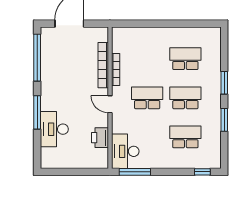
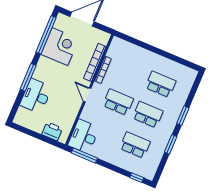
corner desk: (58, 64) -> (60, 46), added
printer: (100, 138) -> (52, 131), moved, turned 90

